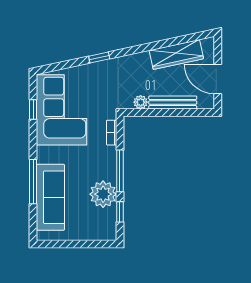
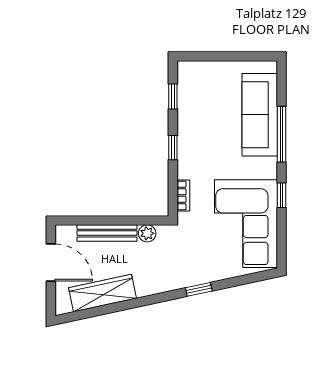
window: (33, 109) -> (282, 195), moved
window: (120, 171) -> (173, 148), width x0.46
plant: (103, 194) -> (194, 119), removed

